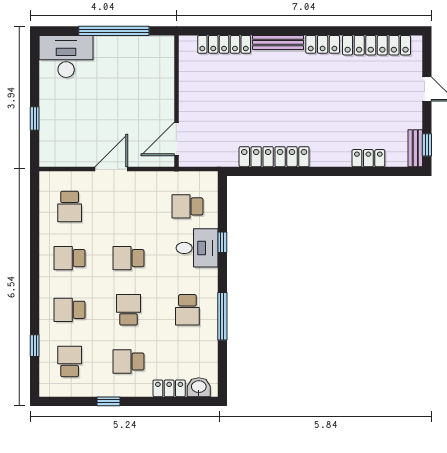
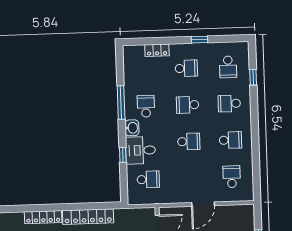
locker: (368, 158) -> (43, 217), moved, width x1.53
school desk: (70, 310) -> (229, 103), turned 180
school desk: (128, 310) -> (188, 105), turned 90
washbasin: (199, 387) -> (132, 128), moved, turned -90

